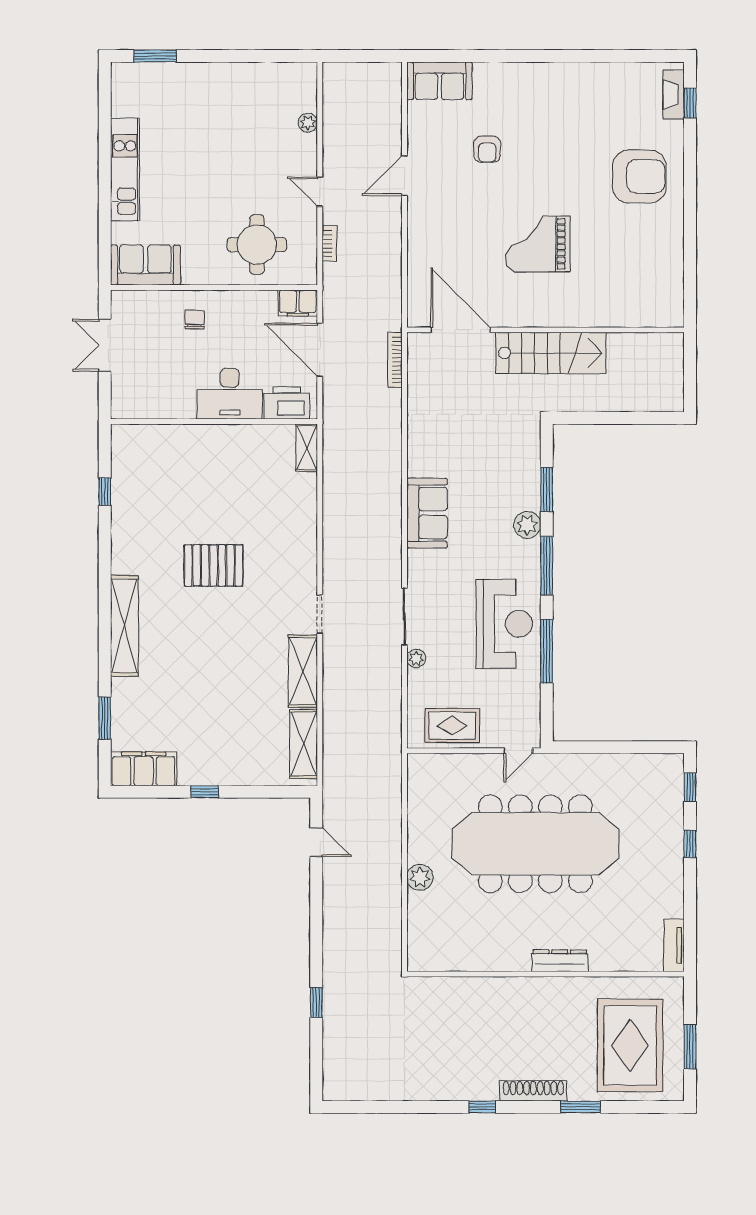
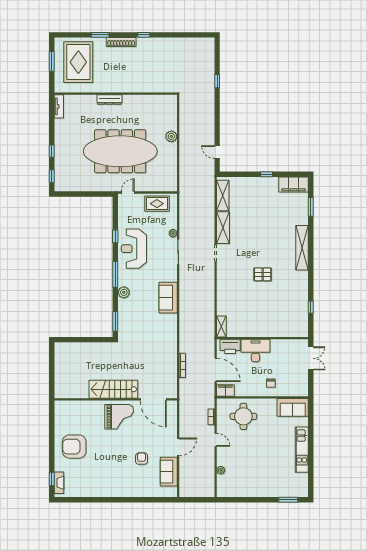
sofa: (439, 81) -> (169, 472), moved, turned -90
door: (461, 330) -> (153, 399), moved
wall: (545, 330) -> (116, 399), moved
double door: (105, 345) -> (311, 358), moved
stairs: (551, 353) -> (113, 389), moved
window: (547, 490) -> (115, 321), moved
pallet: (214, 565) -> (263, 274), width x0.67, depth x0.71
window: (547, 651) -> (115, 236), width x0.46

